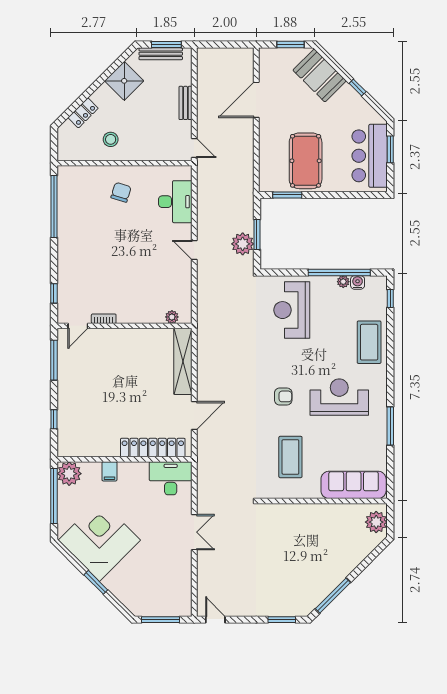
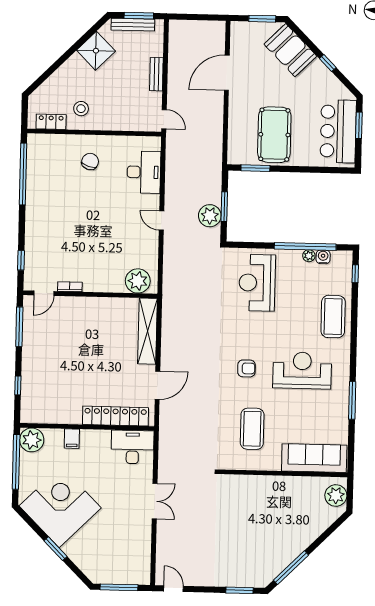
locker: (83, 113) -> (51, 122), moved, turned -135
plant: (172, 317) -> (138, 281), width x1.87, depth x1.87

